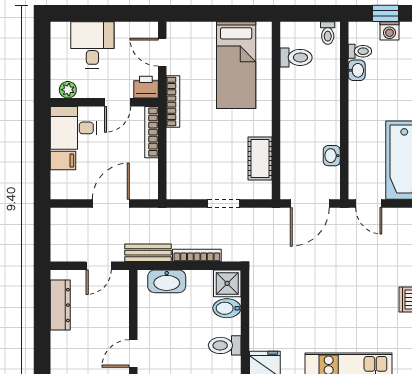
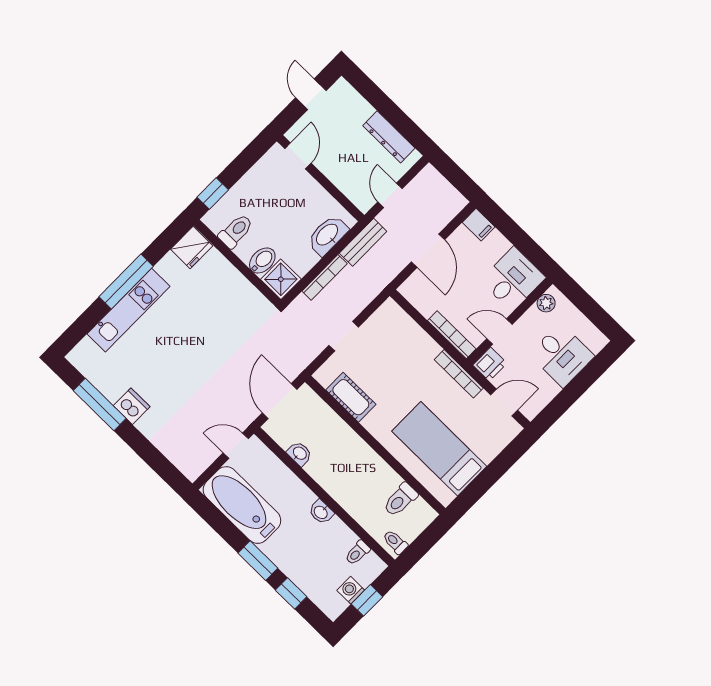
washbasin: (357, 70) -> (321, 512), moved
door: (118, 102) -> (499, 331), hinge flipped
filing cabinet: (63, 161) -> (479, 225), moved, turned -90

